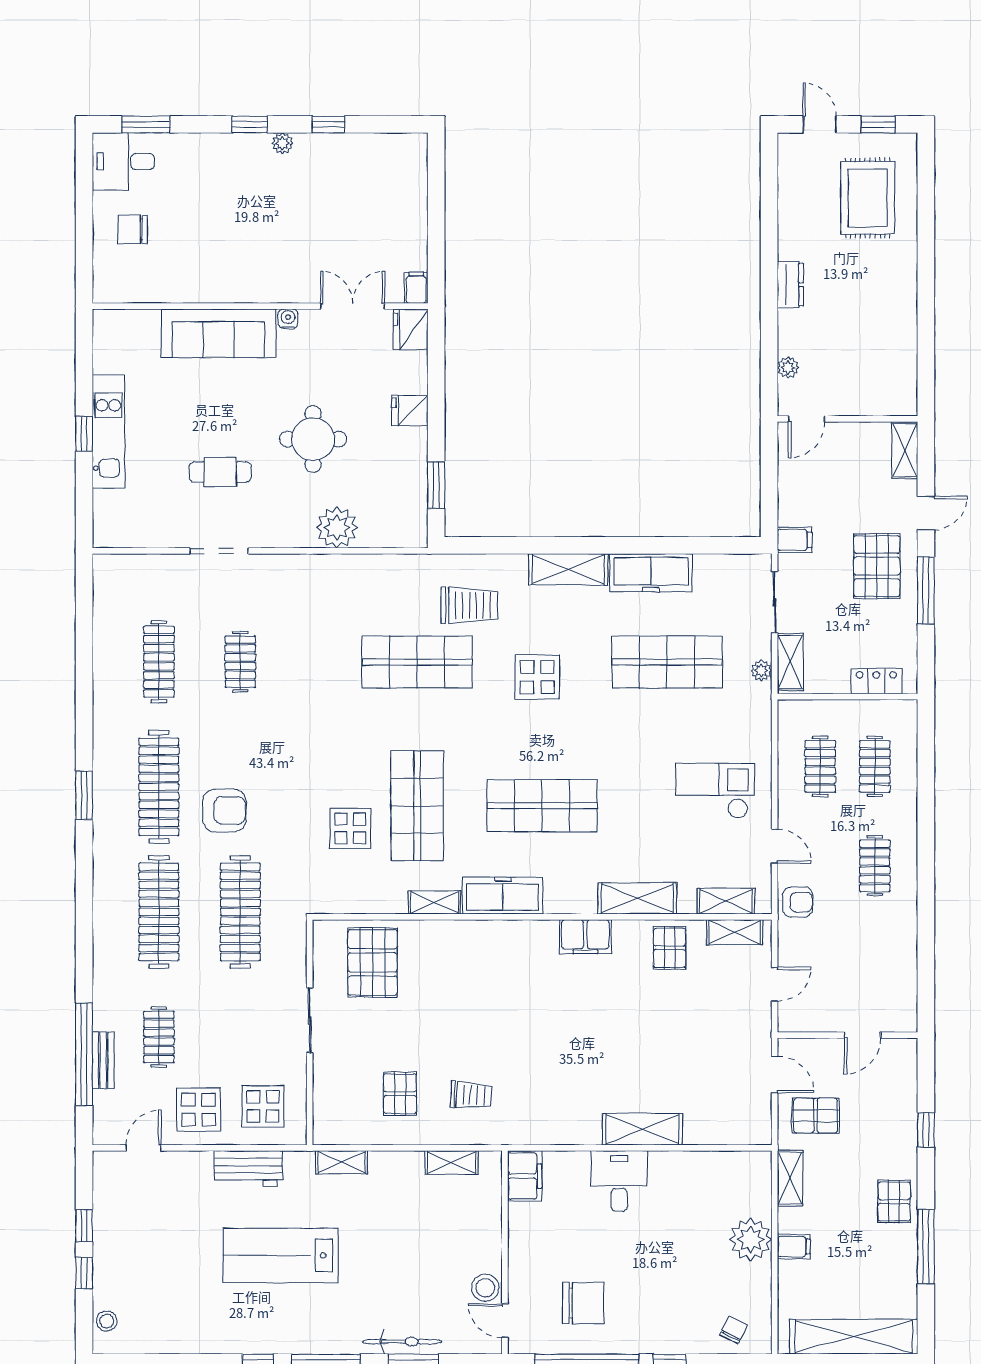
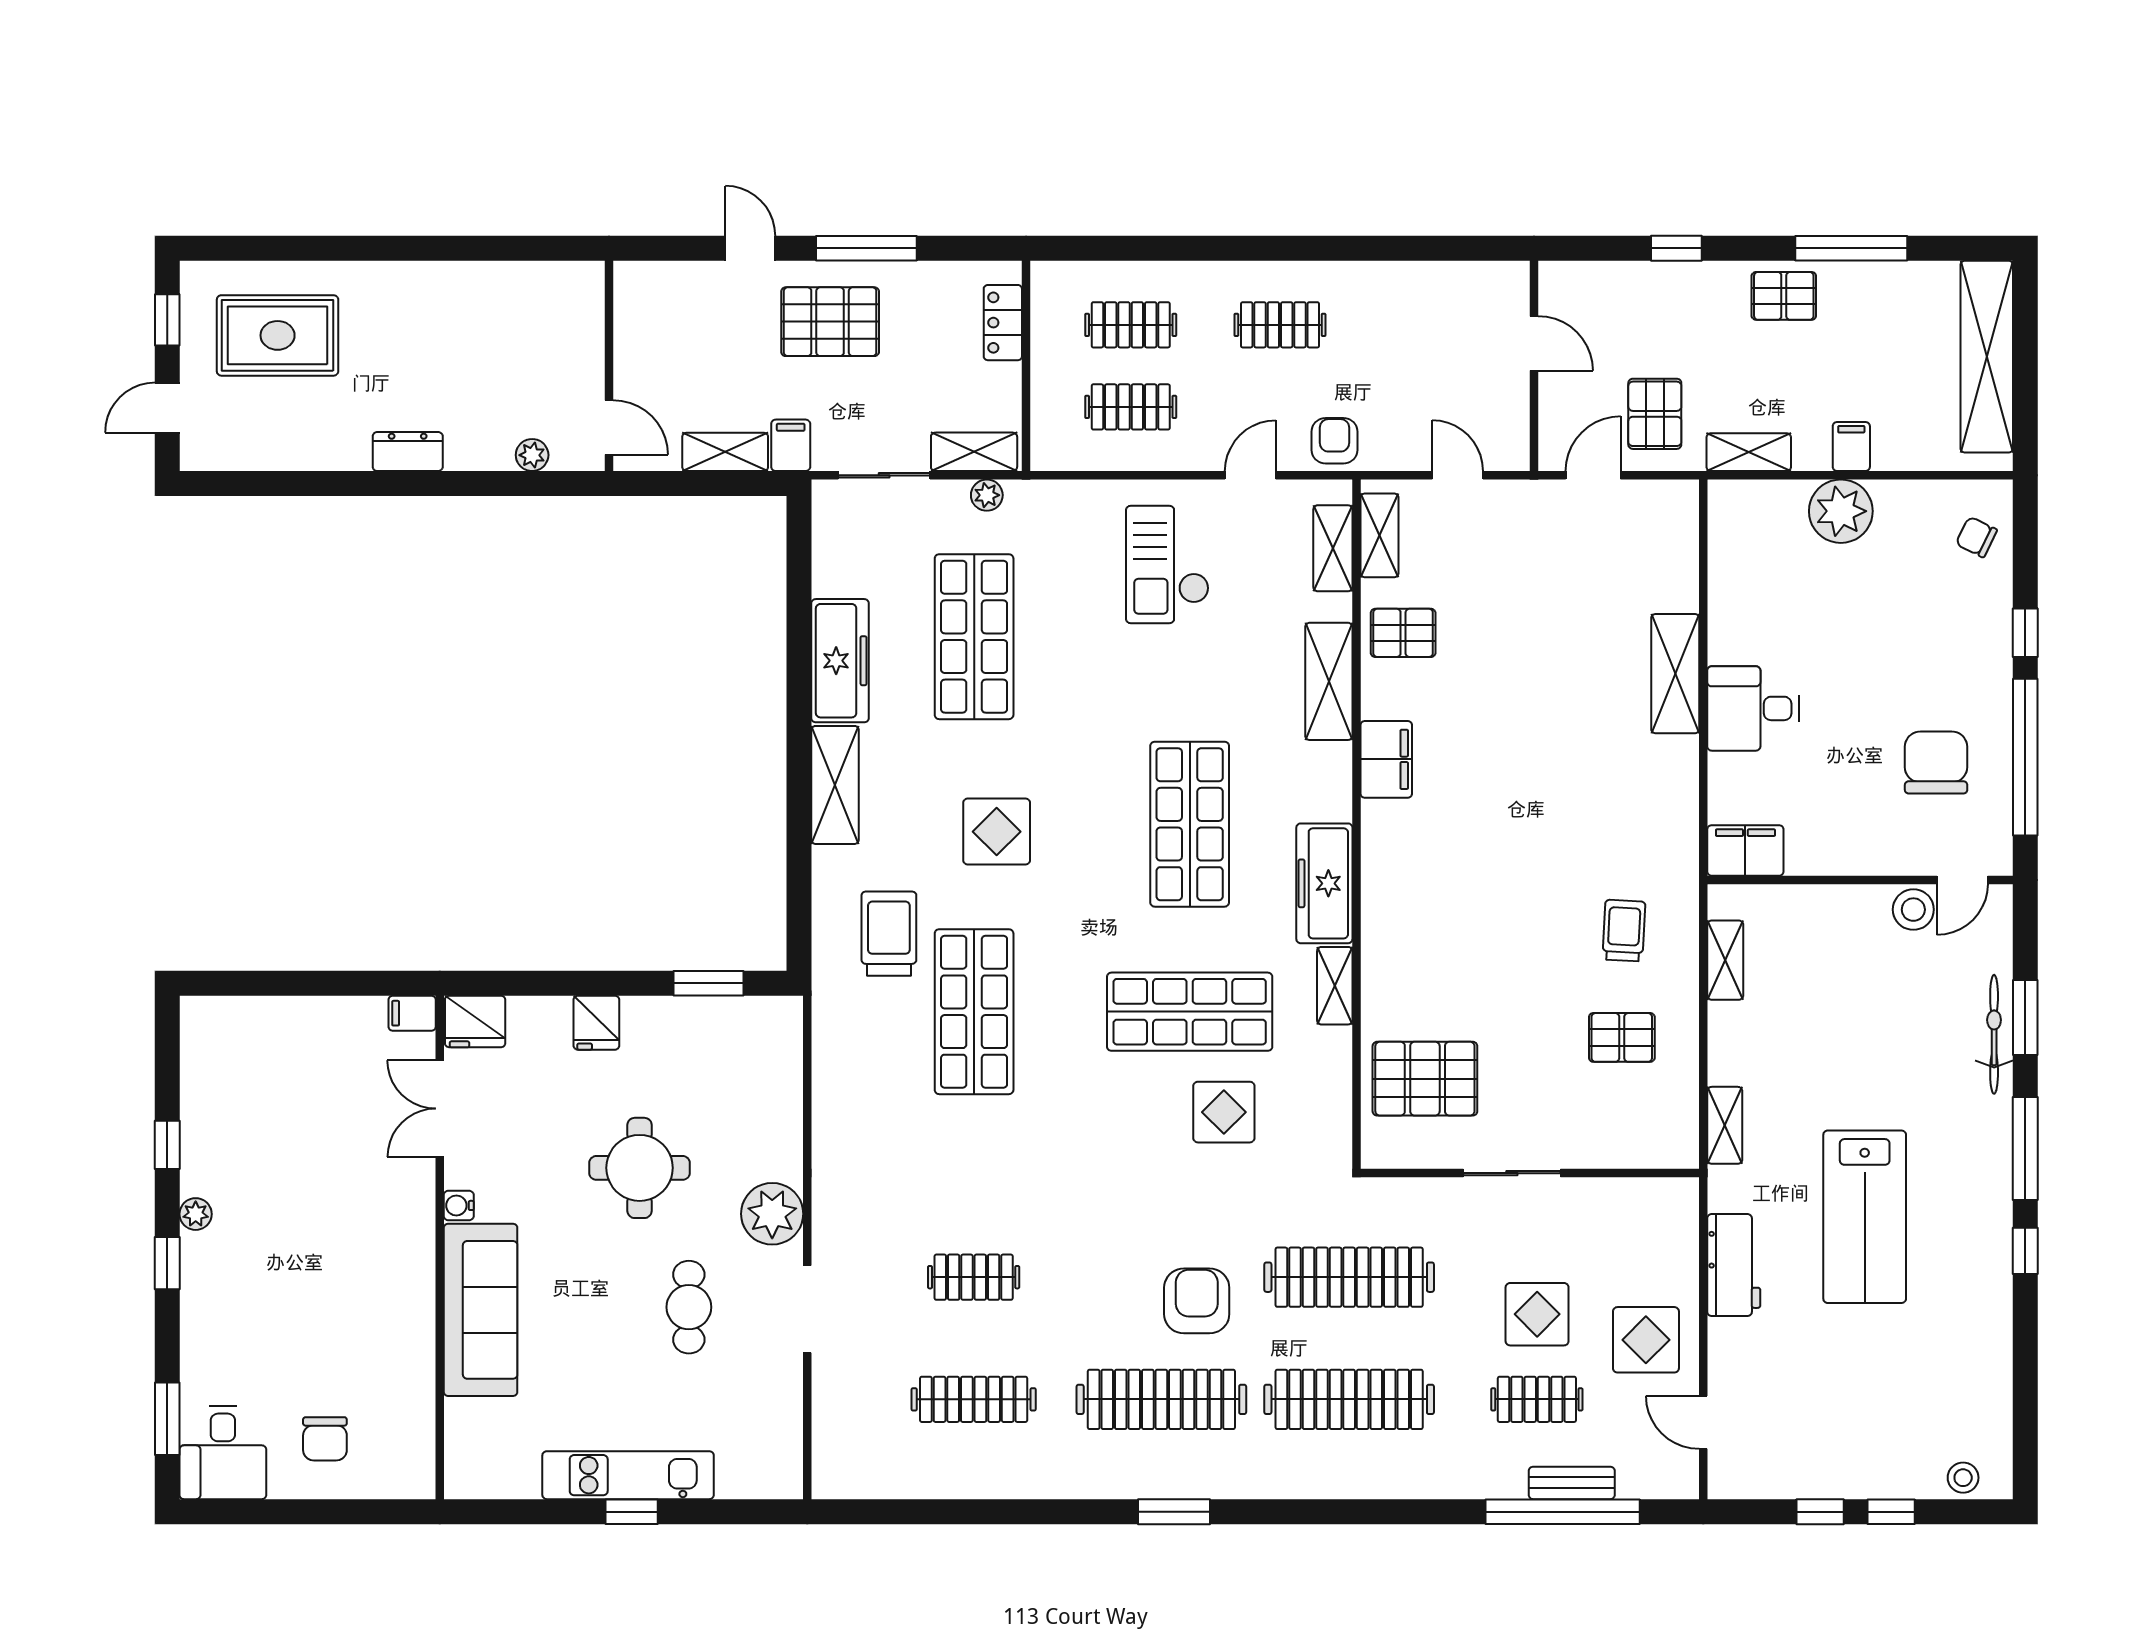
shelving: (905, 450) -> (725, 452), moved
plant: (337, 528) -> (772, 1214), moved
display table: (263, 1106) -> (1537, 1314), moved

